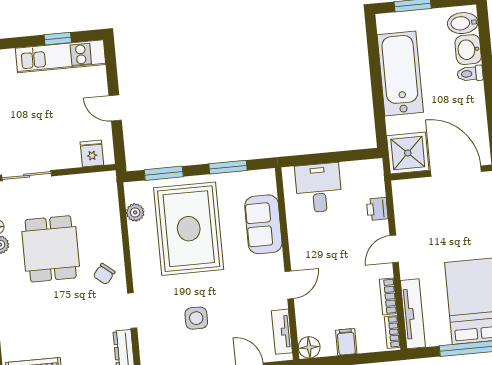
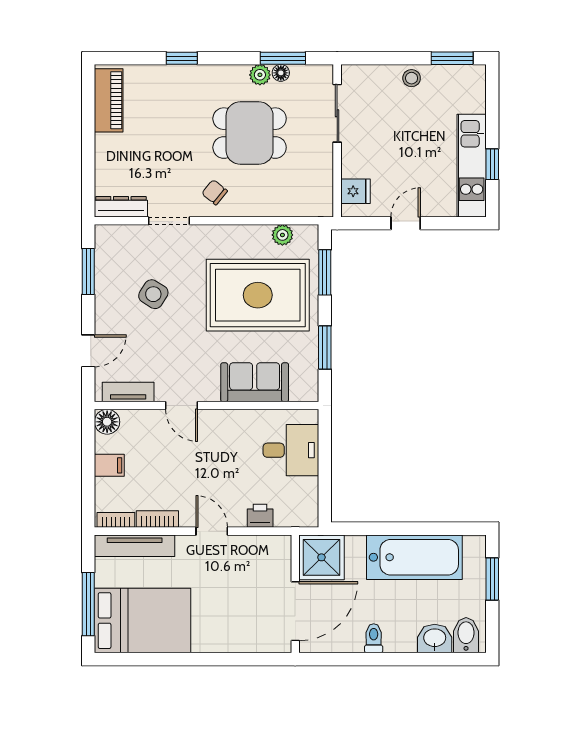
toilet: (470, 74) -> (374, 638), moved
side table: (196, 318) -> (153, 294), turned 32

